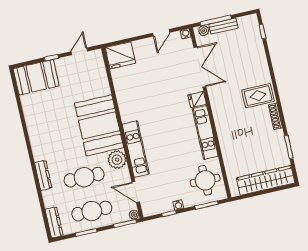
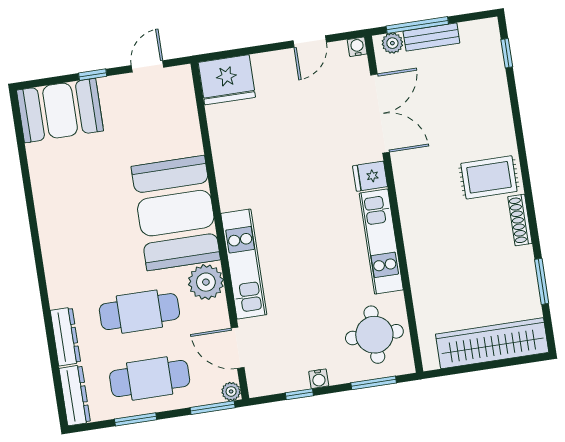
dresser: (43, 175) -> (65, 337), moved

